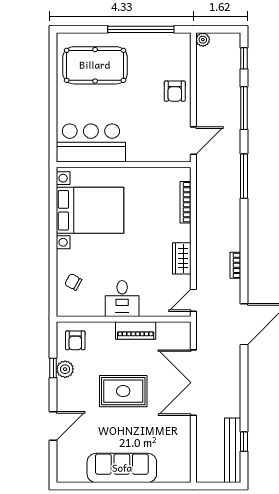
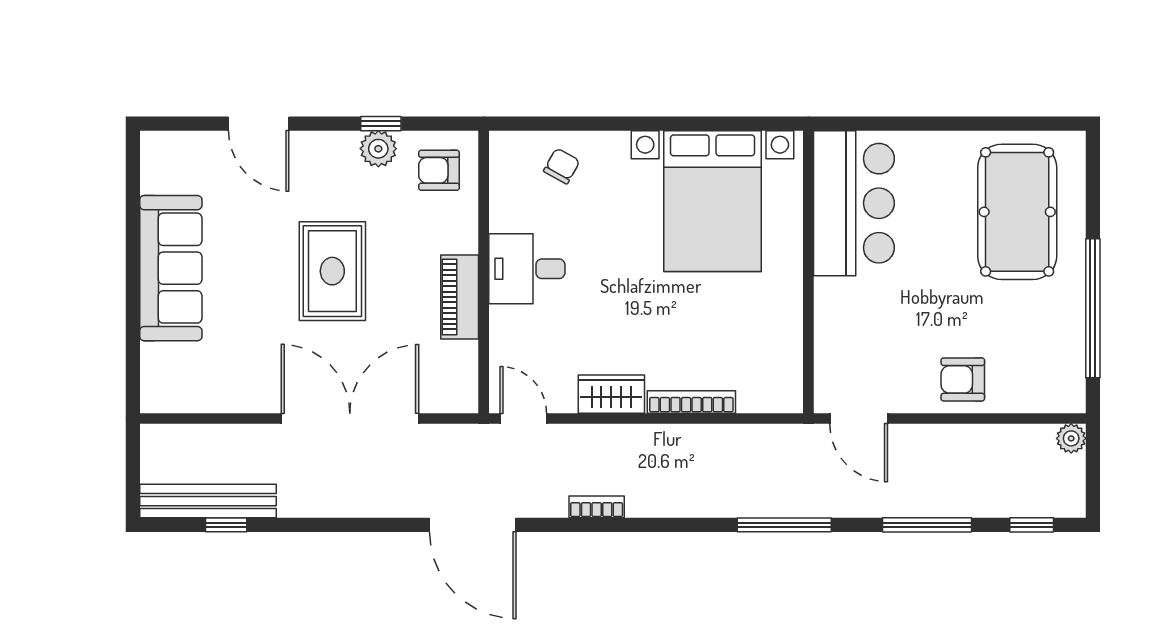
bookcase: (185, 202) -> (691, 402), moved

